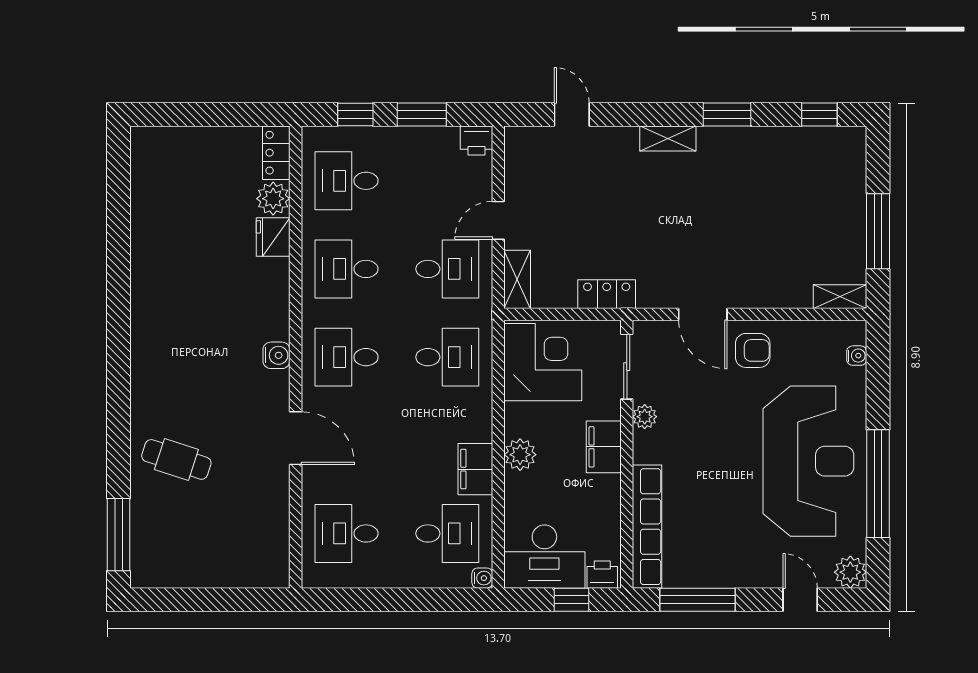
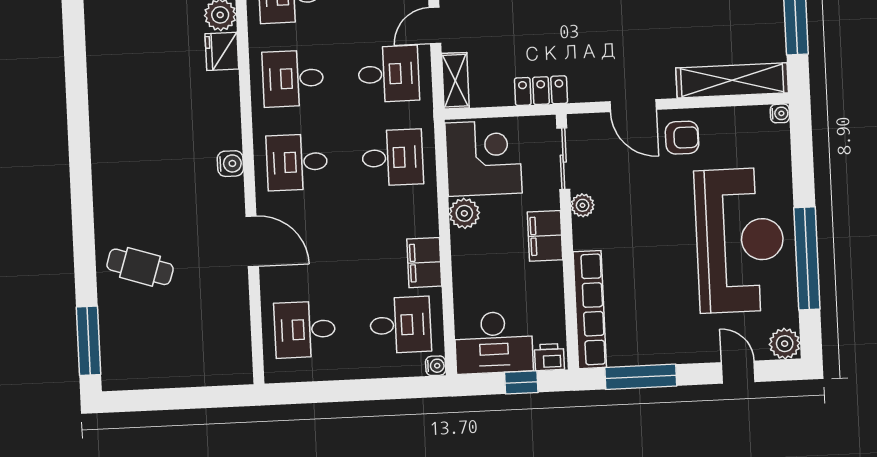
shelving: (840, 297) -> (732, 80), width x2.20, depth x1.33
water cooler: (857, 356) -> (780, 113), moved
plant: (520, 455) -> (464, 213), moved

